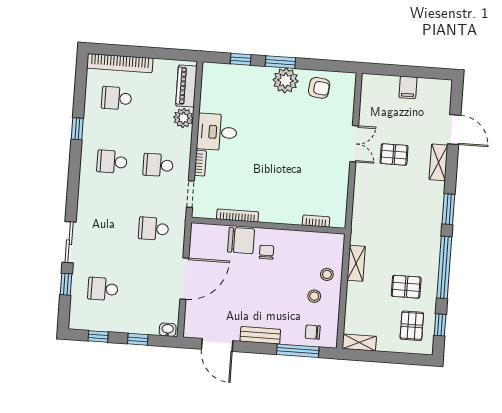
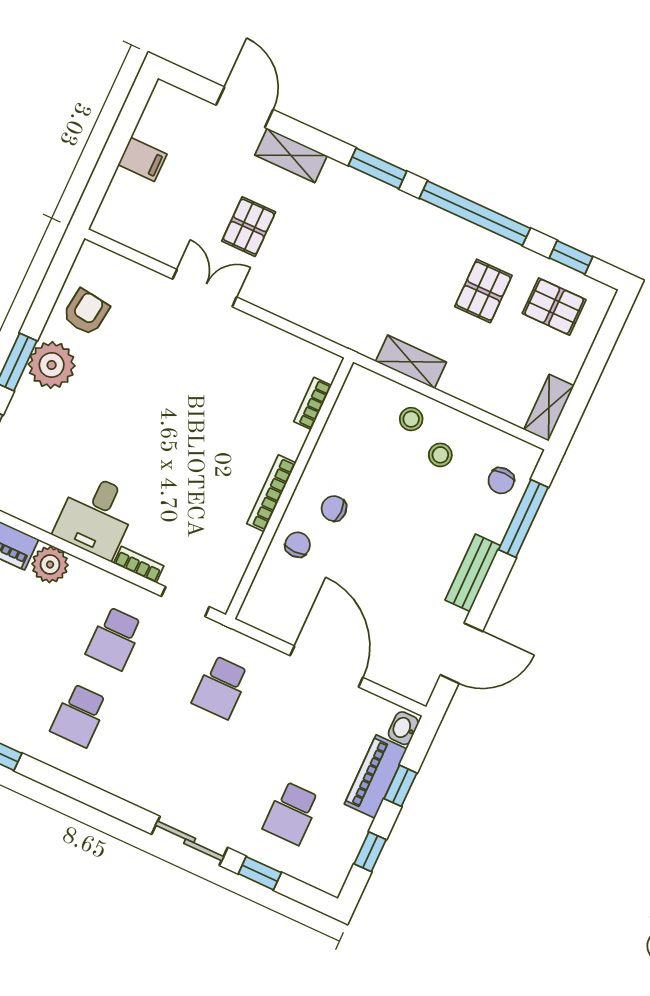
door: (454, 129) -> (245, 107), hinge flipped
bookcase: (238, 215) -> (271, 493), moved
chair: (241, 240) -> (298, 545), width x0.54, depth x0.54
piano: (138, 325) -> (376, 777), added

